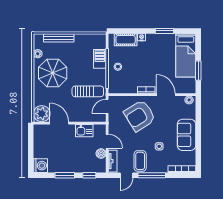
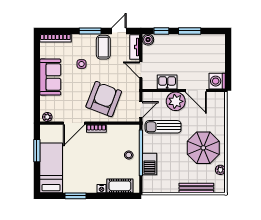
door: (166, 95) -> (74, 123), hinge flipped
plant: (42, 114) -> (176, 101), moved
armchair: (140, 116) -> (104, 99), turned -37
boiler: (101, 153) -> (148, 40), moved
washing machine: (40, 166) -> (217, 81), moved
window: (152, 175) -> (90, 31), width x0.69

